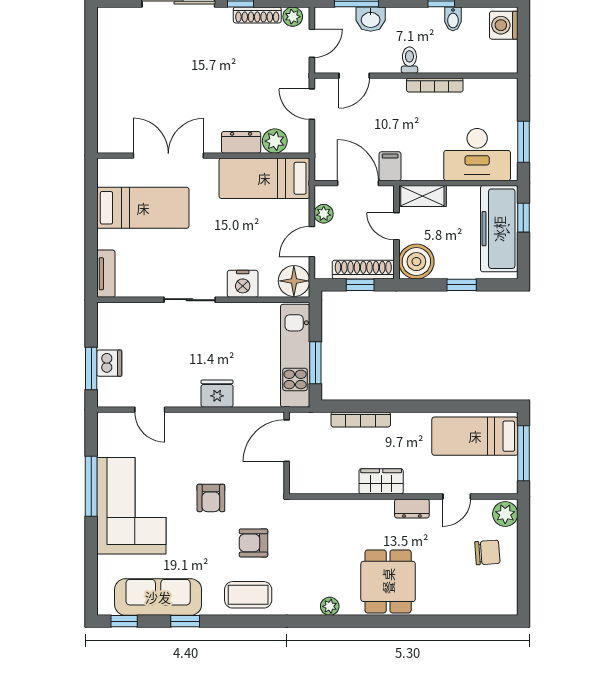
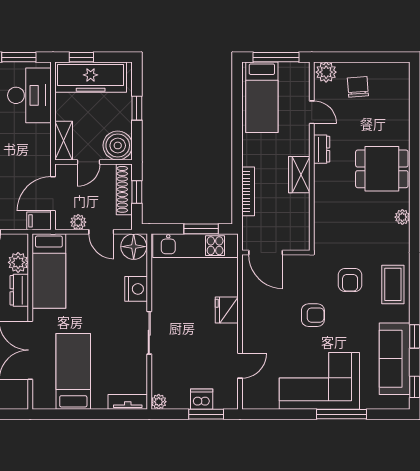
filing cabinet: (390, 166) -> (39, 221), moved
plant: (106, 311) -> (159, 402), added
window: (91, 486) -> (341, 414), moved

